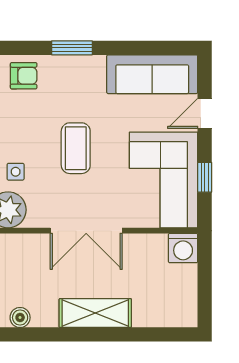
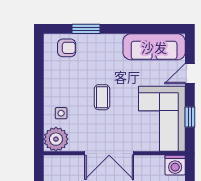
window: (72, 48) -> (86, 29), moved
coffee table: (76, 148) -> (102, 97), width x0.73, depth x0.77

